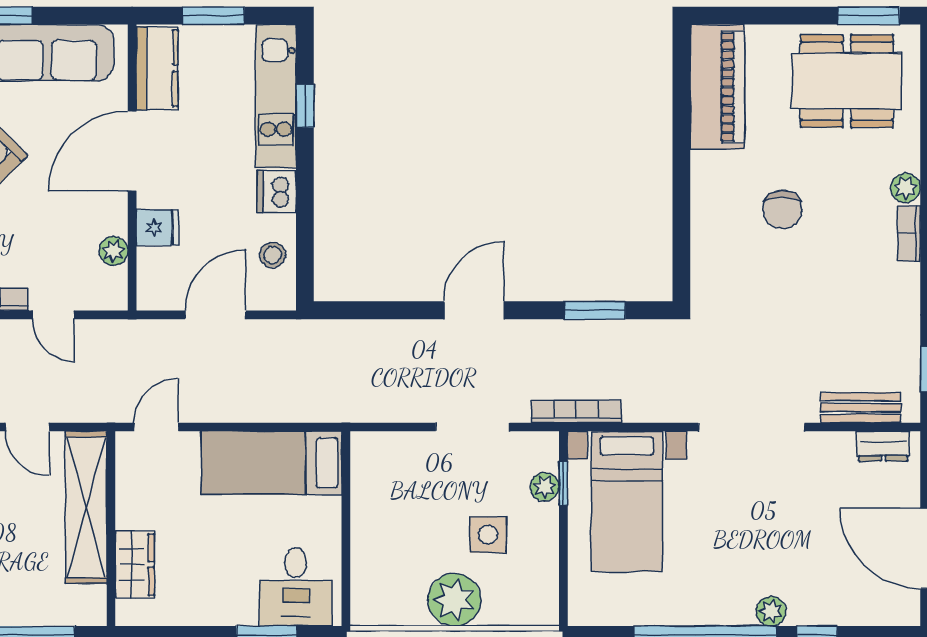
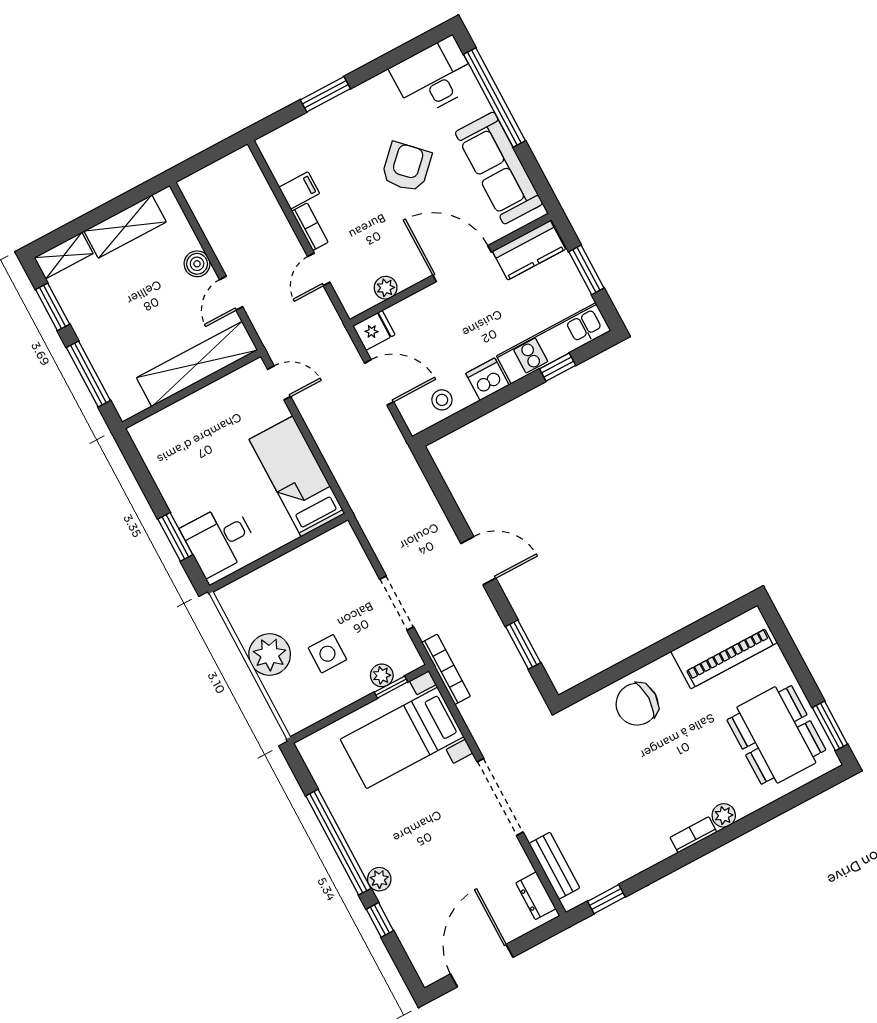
chair: (782, 209) -> (637, 704), moved, width x1.37, depth x1.37
fridge: (157, 228) -> (374, 330), moved, turned -90
wardrobe: (135, 565) -> (175, 419), removed

